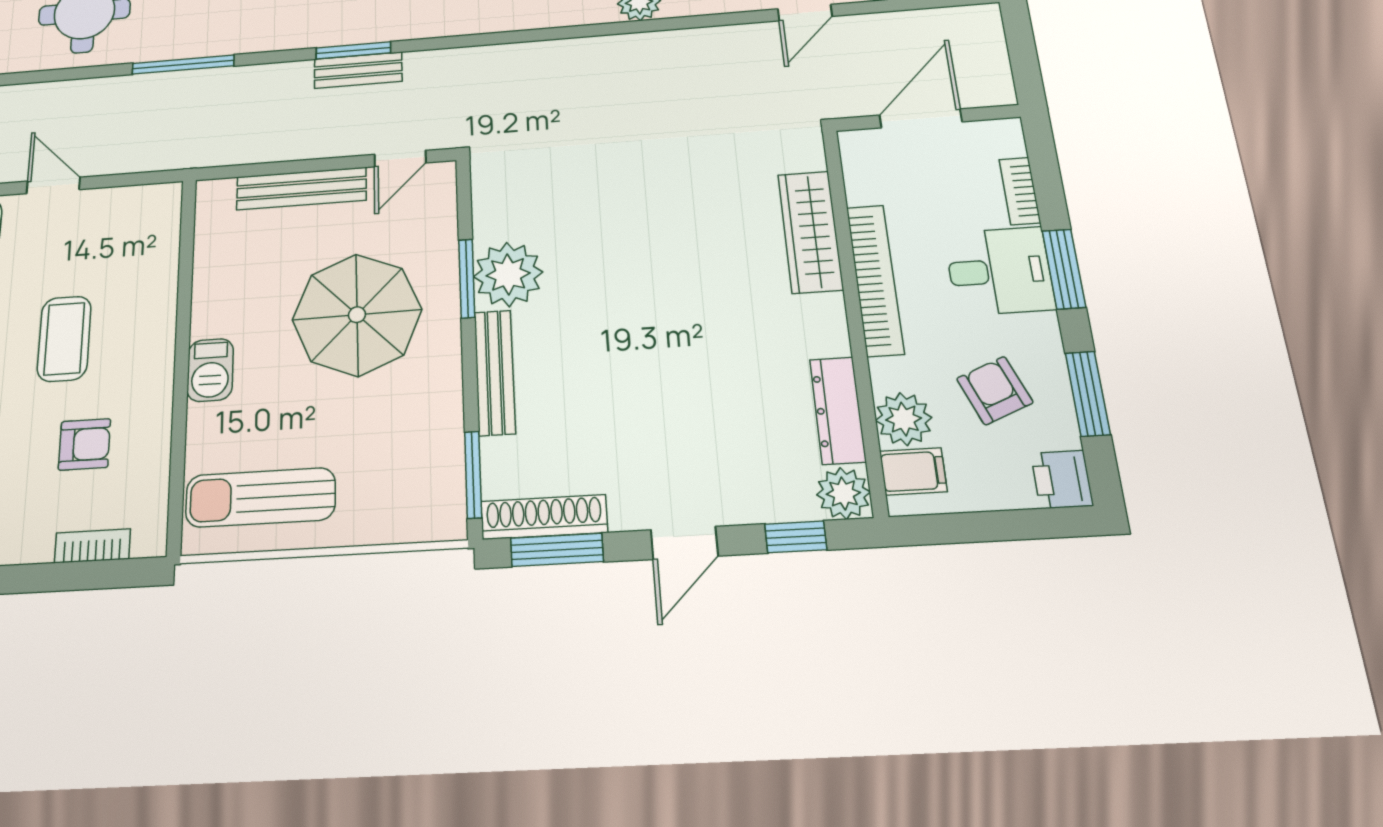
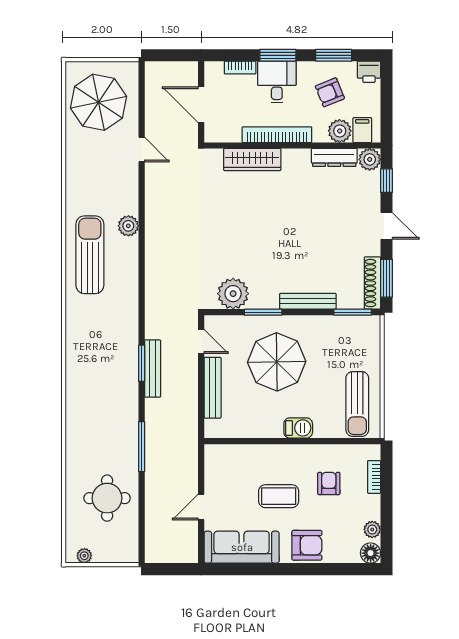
bench: (358, 70) -> (153, 369), width x1.36
plant: (508, 274) -> (233, 294), moved

